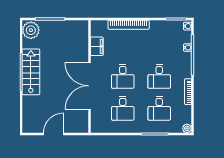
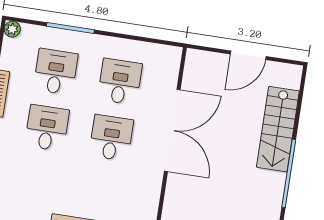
filing cabinet: (97, 46) -> (149, 198), removed
stairs: (31, 72) -> (278, 129), moved

